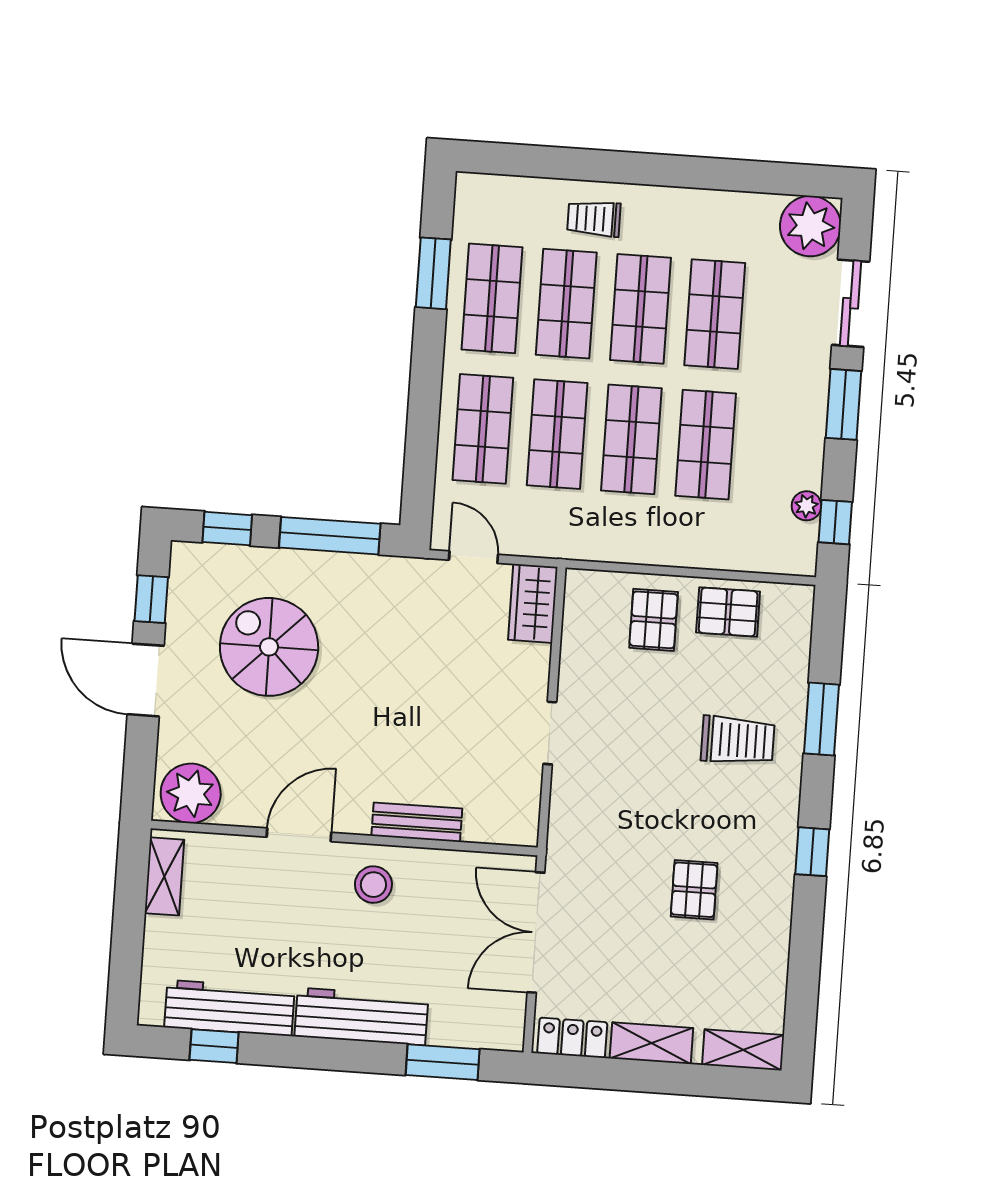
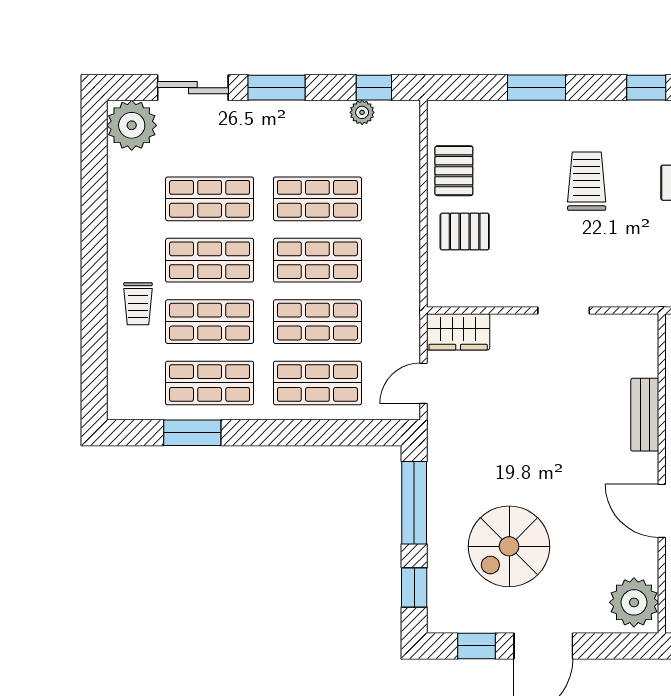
trolley: (738, 740) -> (587, 181), moved

